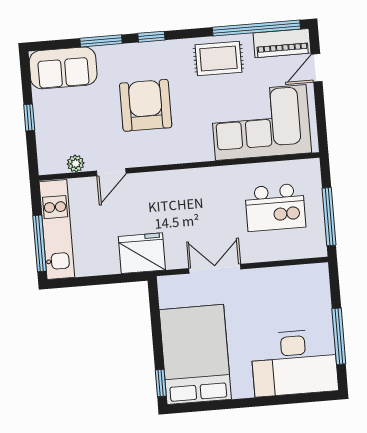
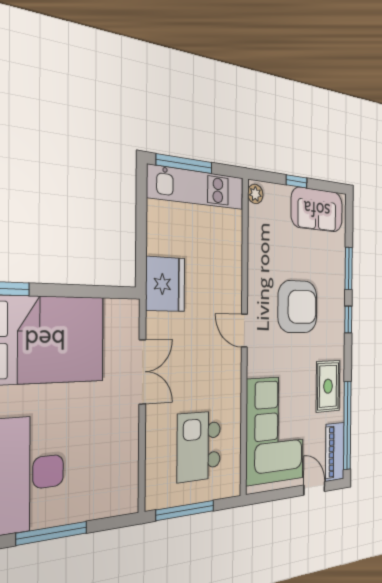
sofa: (63, 68) -> (317, 210), moved, turned -90
plant: (76, 163) -> (255, 194), moved
door: (111, 172) -> (244, 331), moved

